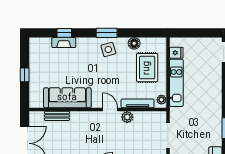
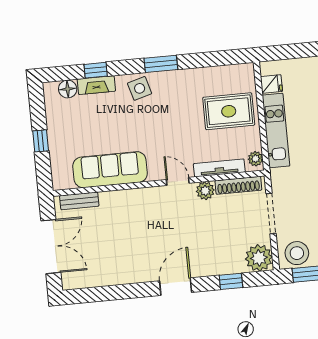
floor lamp: (134, 43) -> (68, 89), moved
side table: (108, 50) -> (140, 88), moved
rug: (147, 68) -> (229, 111), turned 90
bench: (57, 116) -> (79, 201), moved
shoe rack: (149, 116) -> (238, 185), added

